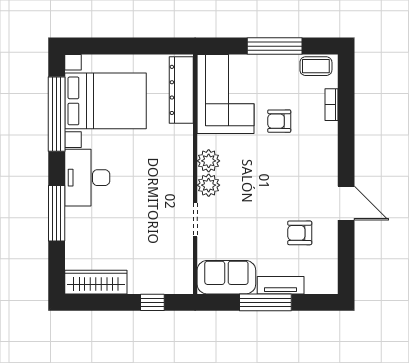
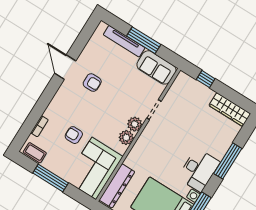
armchair: (279, 121) -> (74, 135), turned 180
armchair: (300, 233) -> (92, 83), moved
tv unit: (281, 285) -> (124, 41), width x1.41

